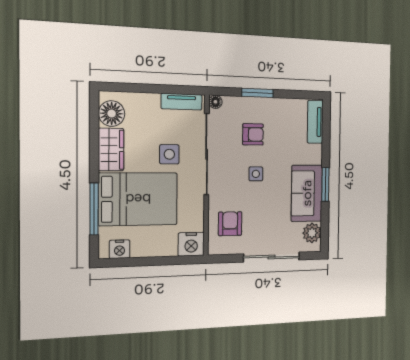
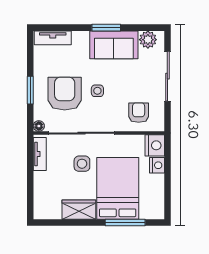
floor lamp: (112, 114) -> (51, 209), removed
armchair: (253, 134) -> (65, 94), width x1.88, depth x1.88
armchair: (230, 224) -> (139, 113), turned 90
nightstand: (120, 249) -> (157, 165), moved

